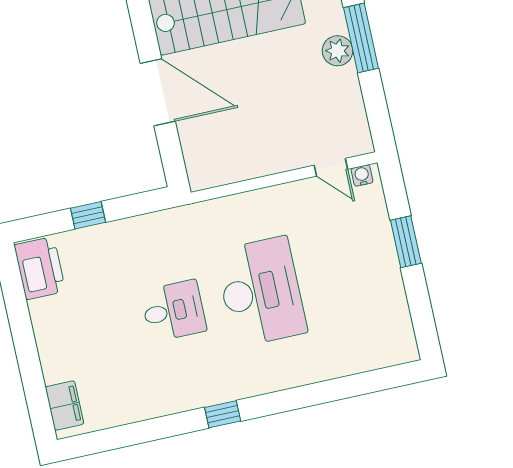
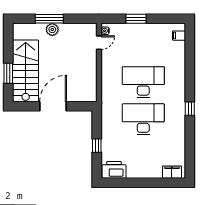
desk: (174, 311) -> (143, 119), width x1.87, depth x1.30
filing cabinet: (389, 351) -> (179, 36), added

